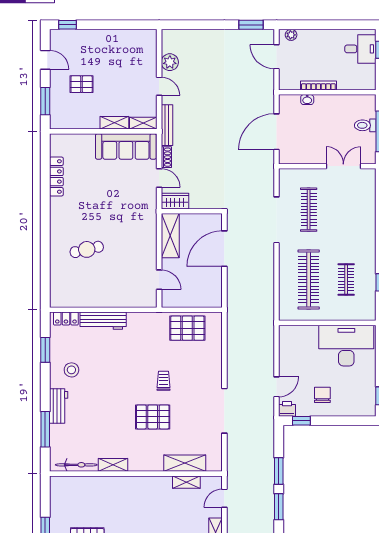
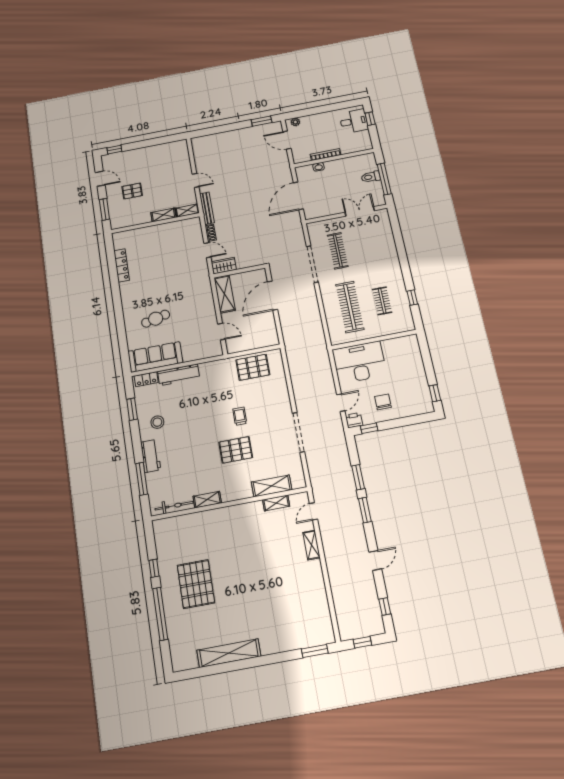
plant: (170, 62) -> (201, 161), removed
sofa: (126, 146) -> (155, 357), moved, turned 180
desk: (346, 346) -> (359, 362), moved

